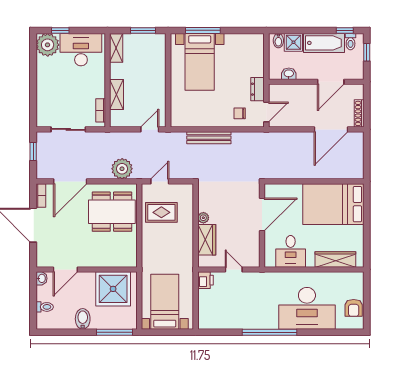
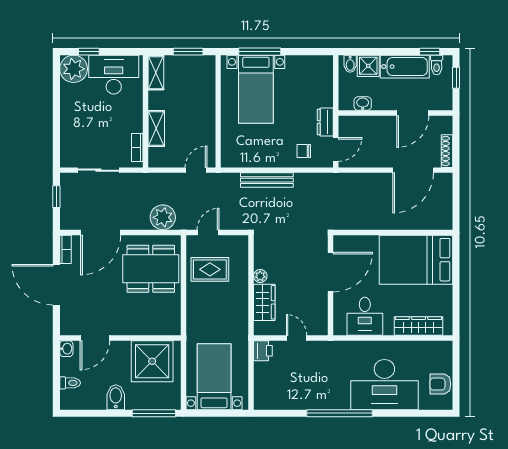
armchair: (354, 308) -> (440, 384), turned 90

